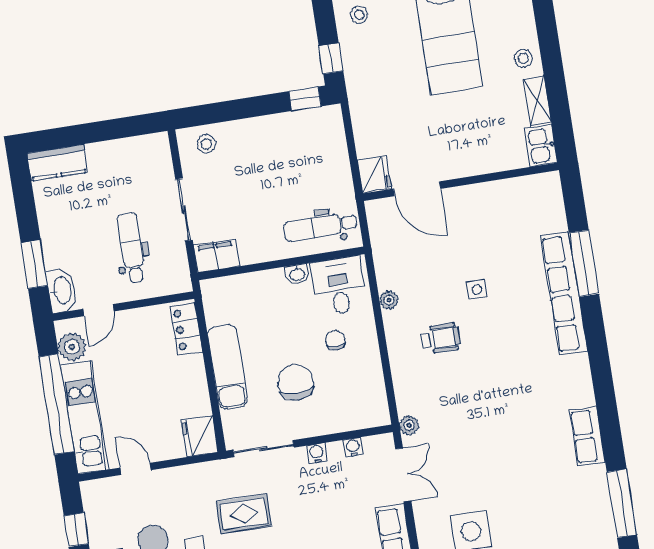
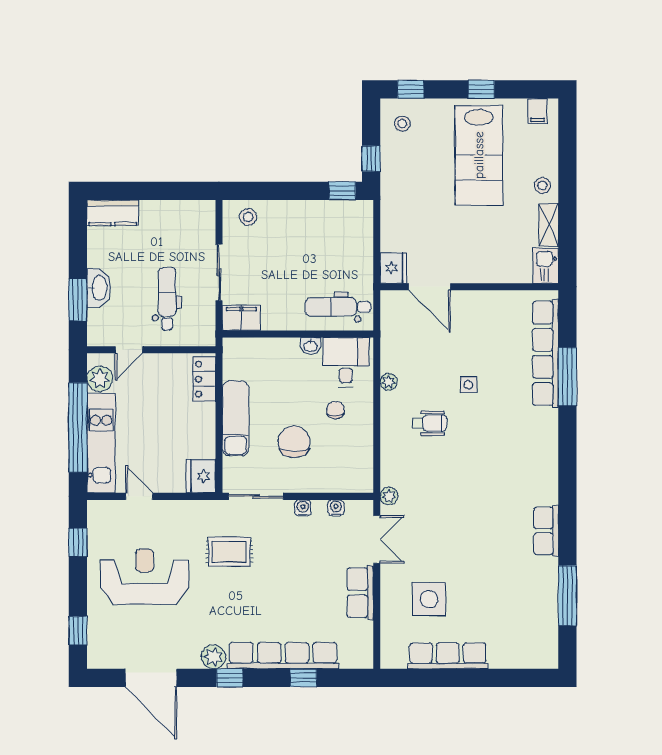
washbasin: (62, 290) -> (99, 288), moved
row of seats: (564, 294) -> (545, 353), moved

